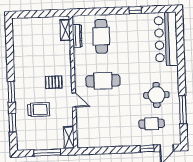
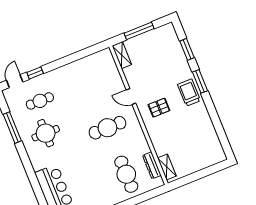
trolley: (39, 110) -> (189, 93), moved, turned 90

